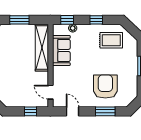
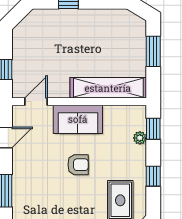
sofa: (61, 50) -> (78, 119), moved
armchair: (105, 87) -> (78, 165), moved, width x0.53, depth x0.53

